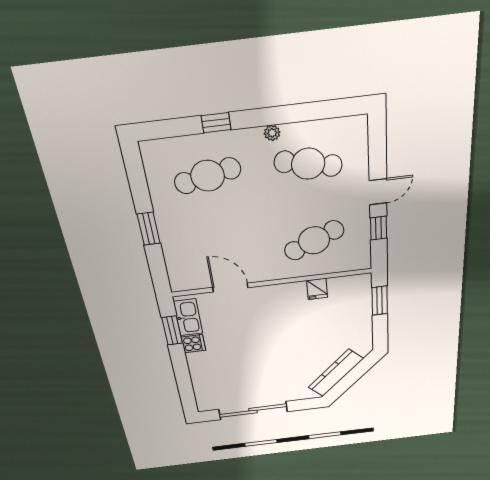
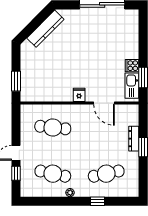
window: (379, 228) -> (16, 173), moved
dresser: (168, 240) -> (134, 139), added
cafe table: (314, 240) -> (53, 128), turned 30
fridge: (317, 289) -> (79, 95), moved

